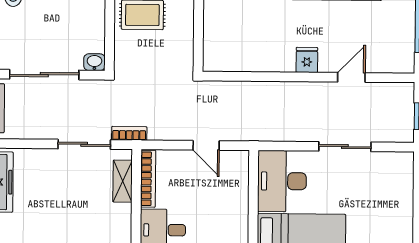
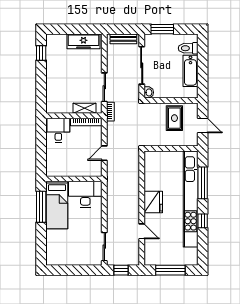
fridge: (307, 60) -> (153, 202), width x1.88, depth x1.34
sliding door: (345, 147) -> (104, 247), moved

